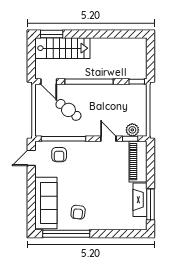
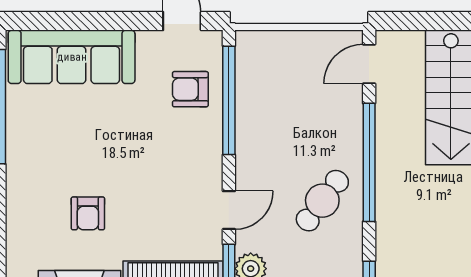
cafe table: (68, 110) -> (322, 201), moved
armchair: (78, 212) -> (88, 213), moved, turned -96

